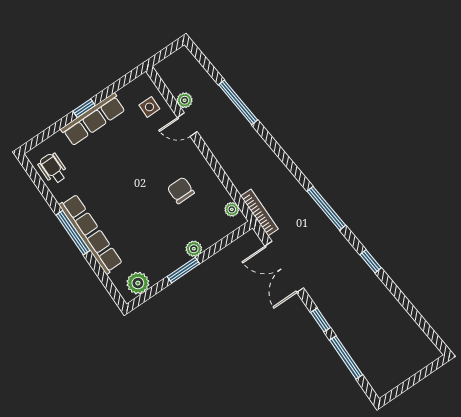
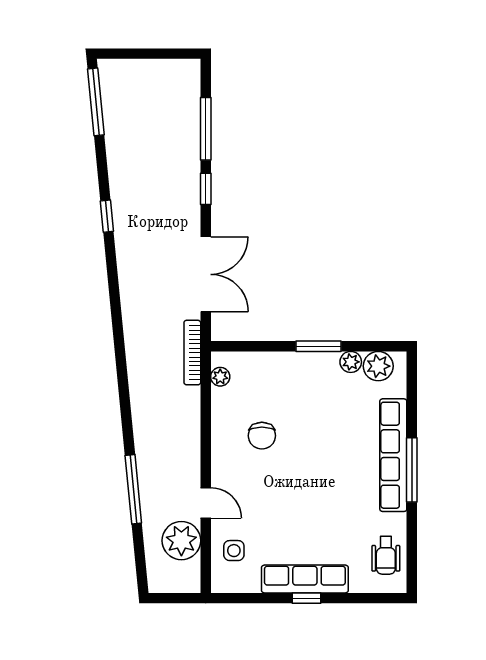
plant: (185, 100) -> (181, 541), width x1.87, depth x1.87
window: (326, 208) -> (96, 102), moved
plant: (194, 249) -> (351, 362), moved

